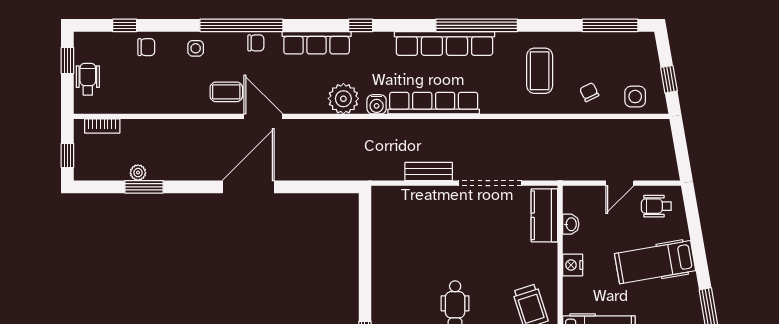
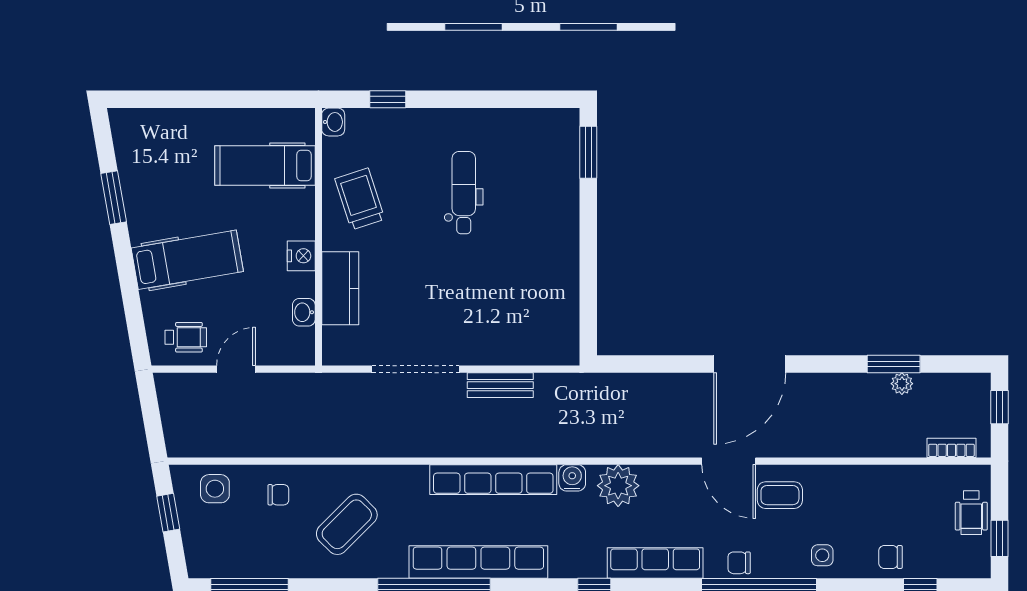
coffee table: (540, 71) -> (347, 524), turned 45
chair: (589, 92) -> (278, 495), turned -64
kitchen counter: (544, 215) -> (340, 288), moved

